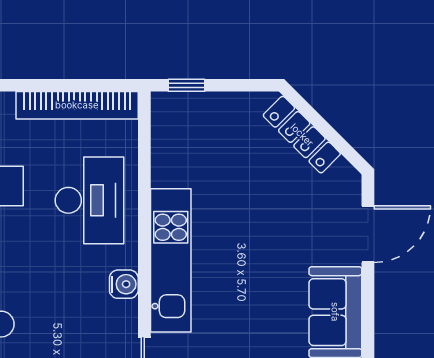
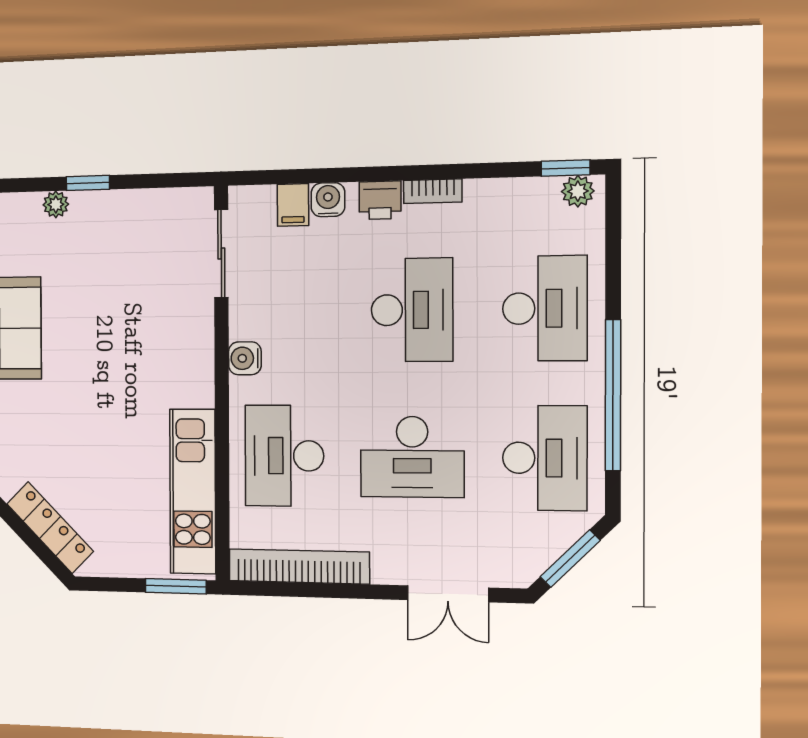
window: (187, 85) -> (176, 586), width x1.50
kitchen unit: (171, 260) -> (193, 491), moved

